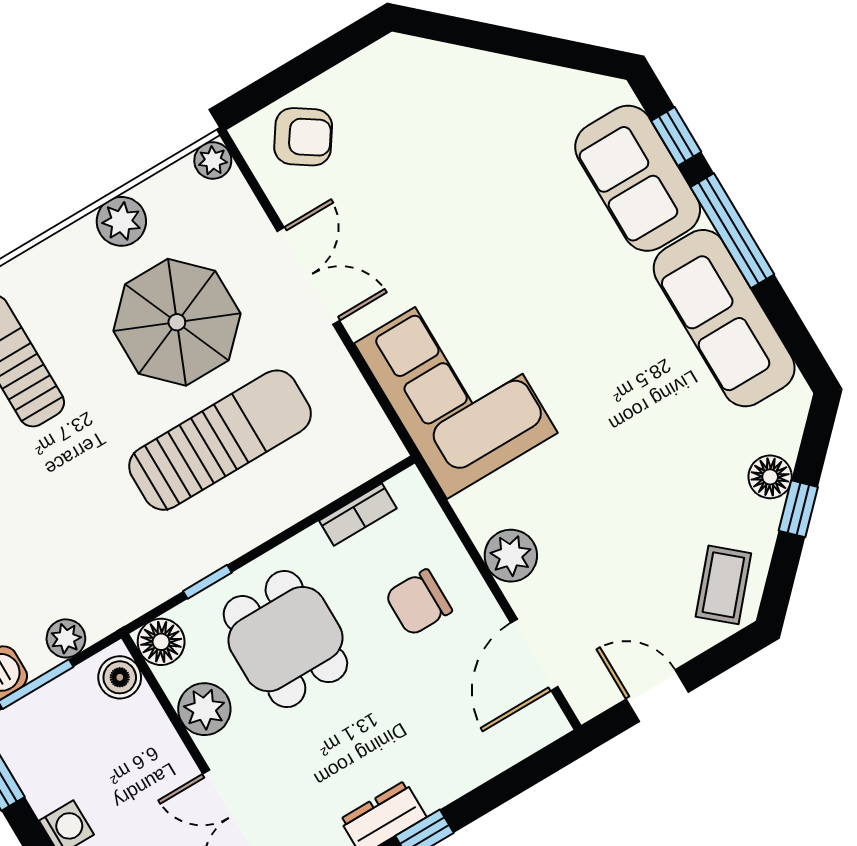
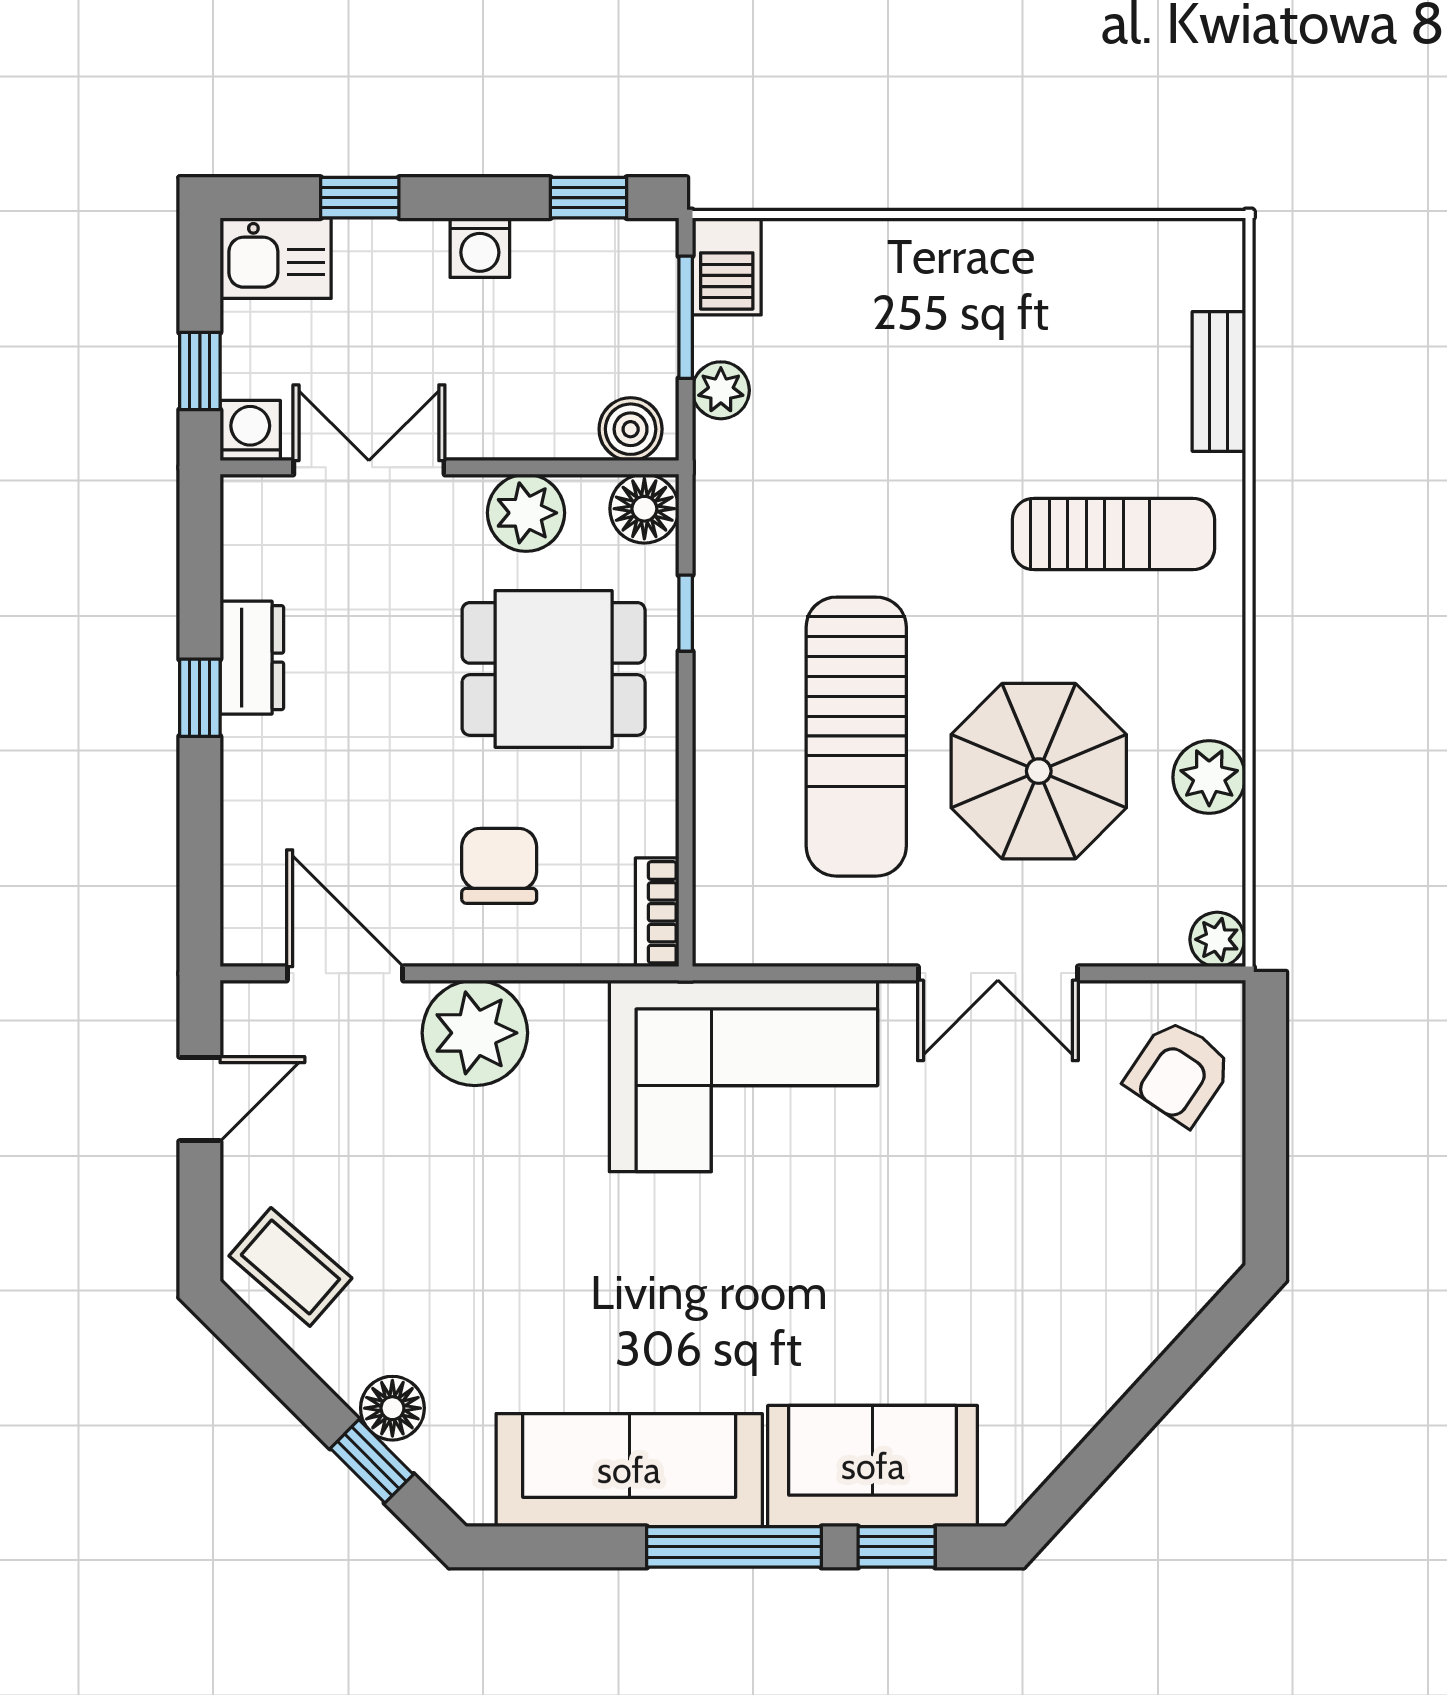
window: (798, 509) -> (372, 1461), moved
bookcase: (358, 515) -> (657, 912), moved
plant: (511, 556) -> (475, 1033), width x1.36, depth x1.36

